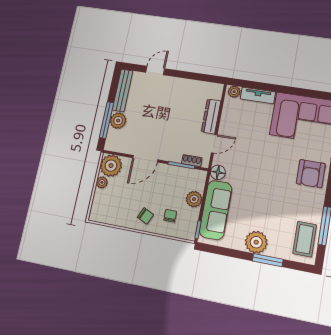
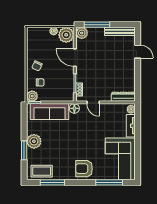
dresser: (211, 116) -> (123, 97), moved
plant: (118, 121) -> (82, 33), moved
plant: (194, 199) -> (32, 96), moved

